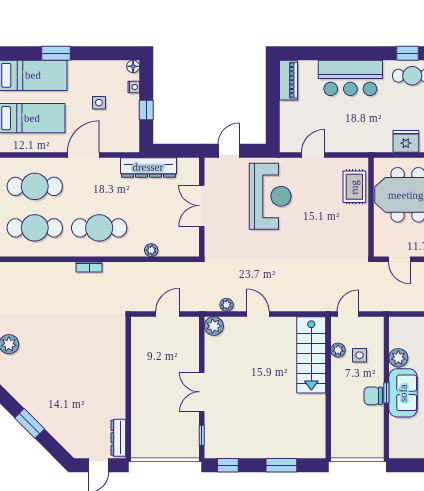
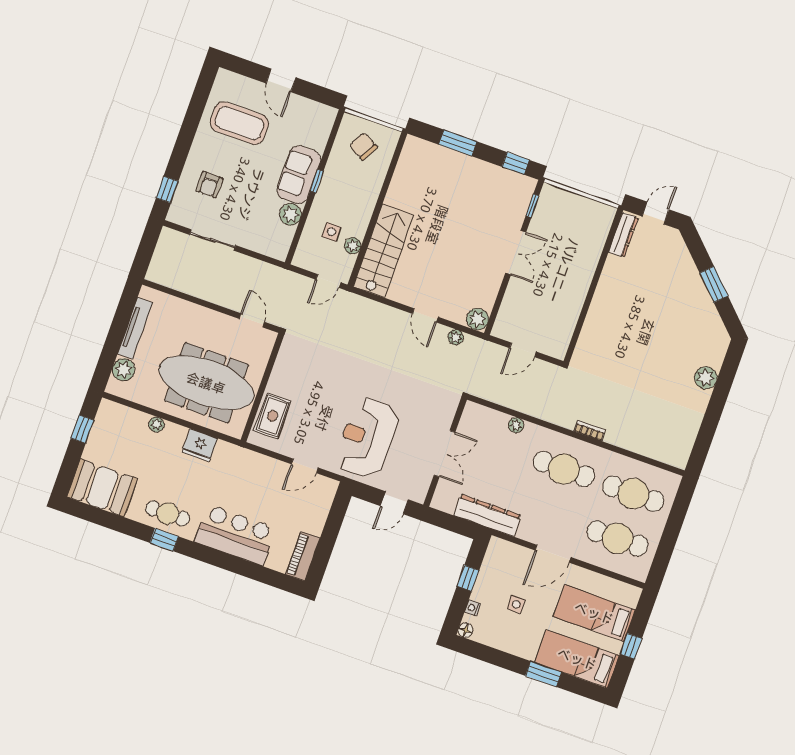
chair: (373, 396) -> (363, 146), moved, turned -151

